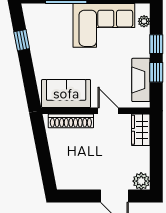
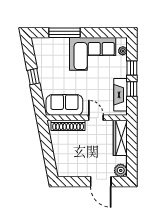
window: (22, 40) -> (33, 77), moved
wardrobe: (141, 130) -> (120, 138), width x1.50

